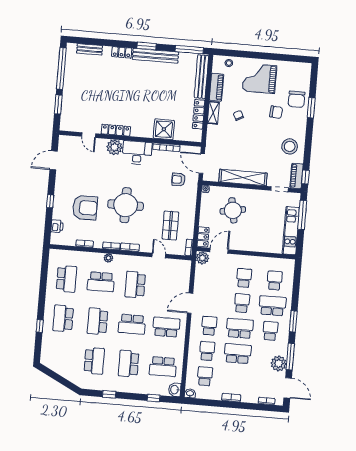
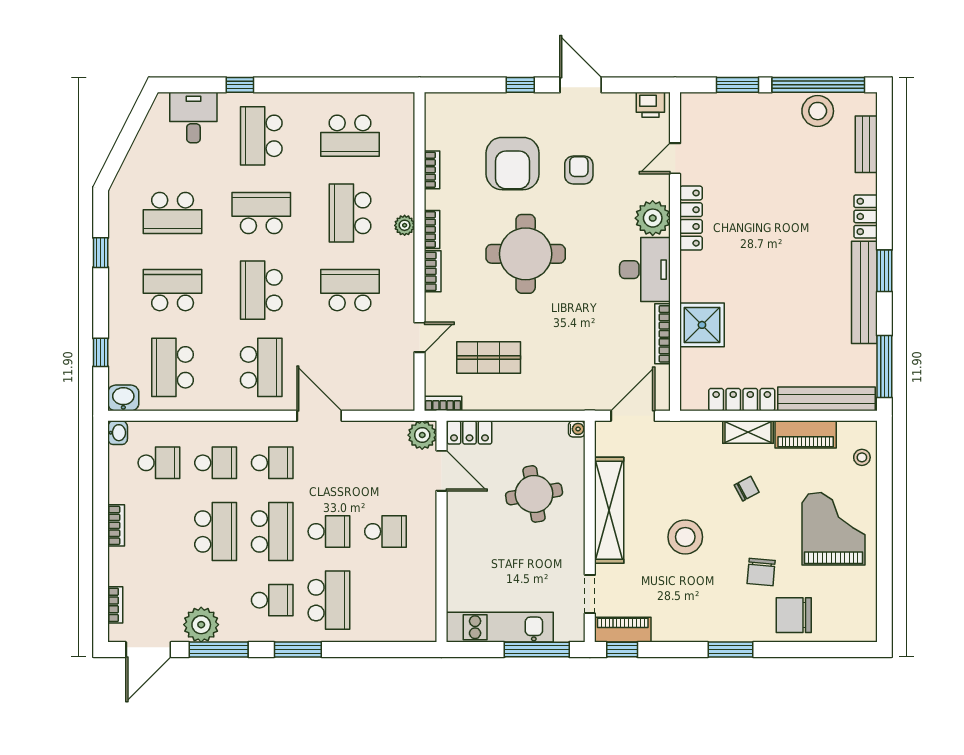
stool: (73, 70) -> (818, 111), added
window: (311, 108) -> (730, 650), moved
stool: (290, 146) -> (685, 537), moved
door: (54, 160) -> (581, 85), moved
armchair: (179, 180) -> (579, 170), moved
printer: (57, 226) -> (650, 105), moved
school desk: (275, 280) -> (386, 600), removed
school desk: (63, 318) -> (261, 136), turned -90
desk: (52, 348) -> (193, 117), added

